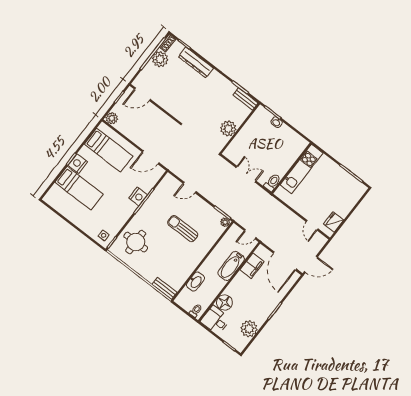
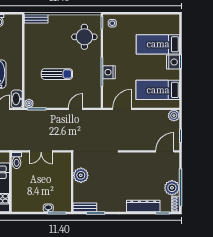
washbasin: (195, 282) -> (17, 99), moved

